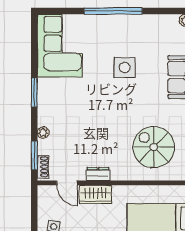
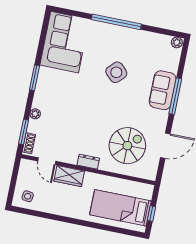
side table: (125, 68) -> (116, 72), turned 45
spiral stairs: (154, 147) -> (127, 146), turned 90
dresser: (98, 174) -> (88, 162), moved

